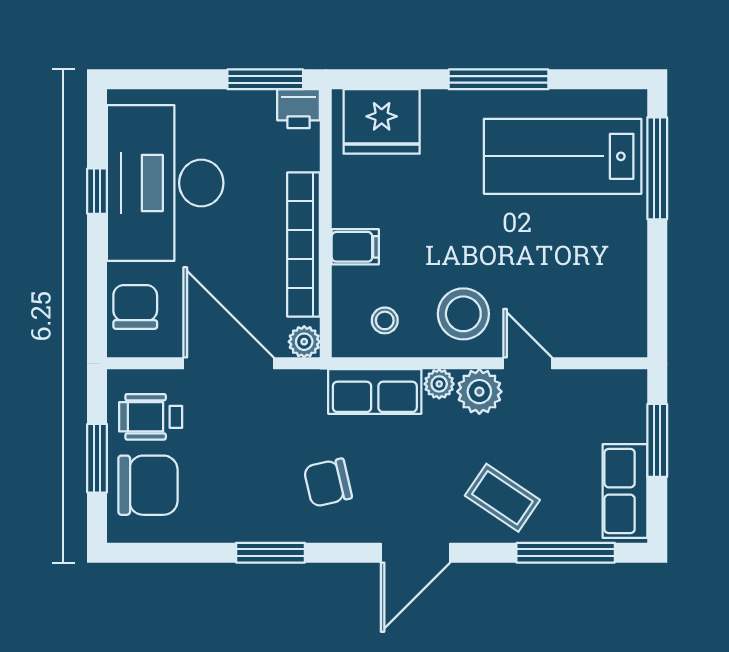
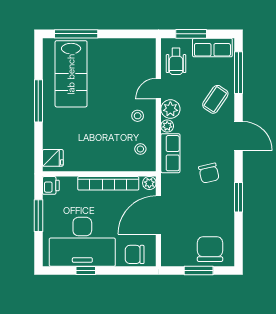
window: (265, 79) -> (38, 216), moved
fridge: (382, 121) -> (53, 158), width x0.53, depth x0.75
filing cabinet: (355, 247) -> (109, 161), removed
stool: (463, 314) -> (138, 116), width x0.53, depth x0.53
wheelchair: (151, 417) -> (176, 61), moved

